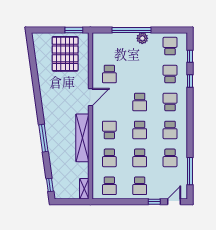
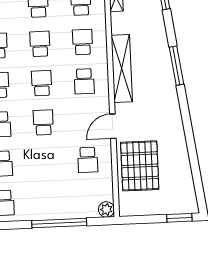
window: (74, 30) -> (179, 218), moved
plant: (142, 38) -> (106, 209), moved
pallet: (65, 54) -> (140, 166), moved
school desk: (109, 74) -> (88, 160), turned 180

